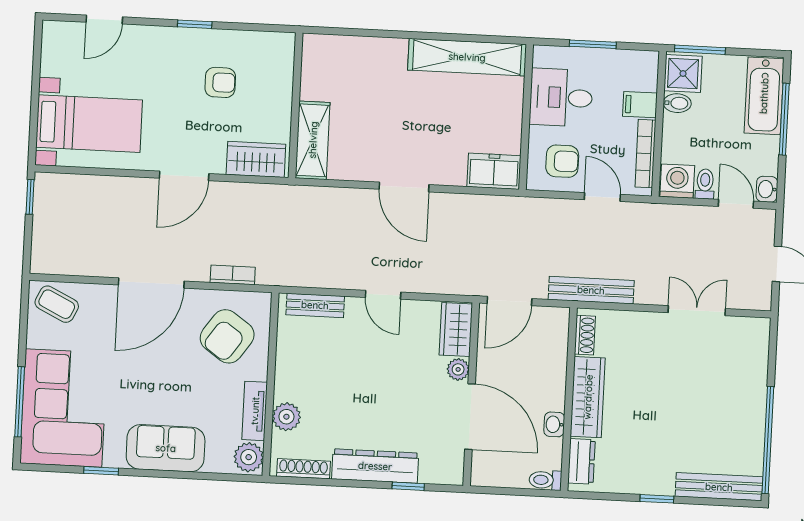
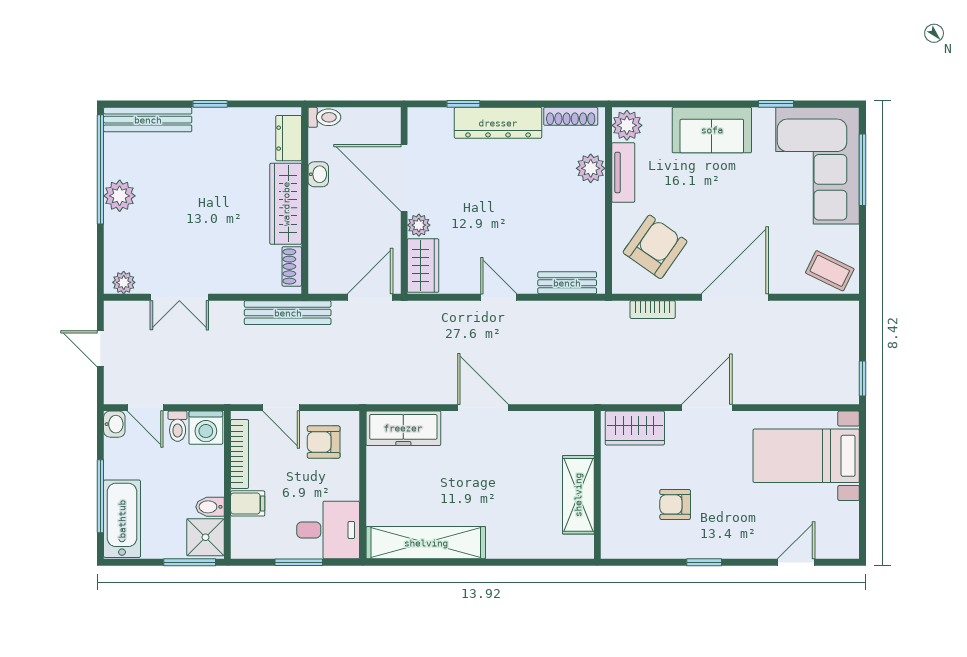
desk: (561, 98) -> (328, 530), moved
shelving: (313, 140) -> (578, 495), moved
freezer: (494, 171) -> (403, 428), width x1.40
plant: (751, 328) -> (124, 282), added
plant: (750, 413) -> (120, 196), added

